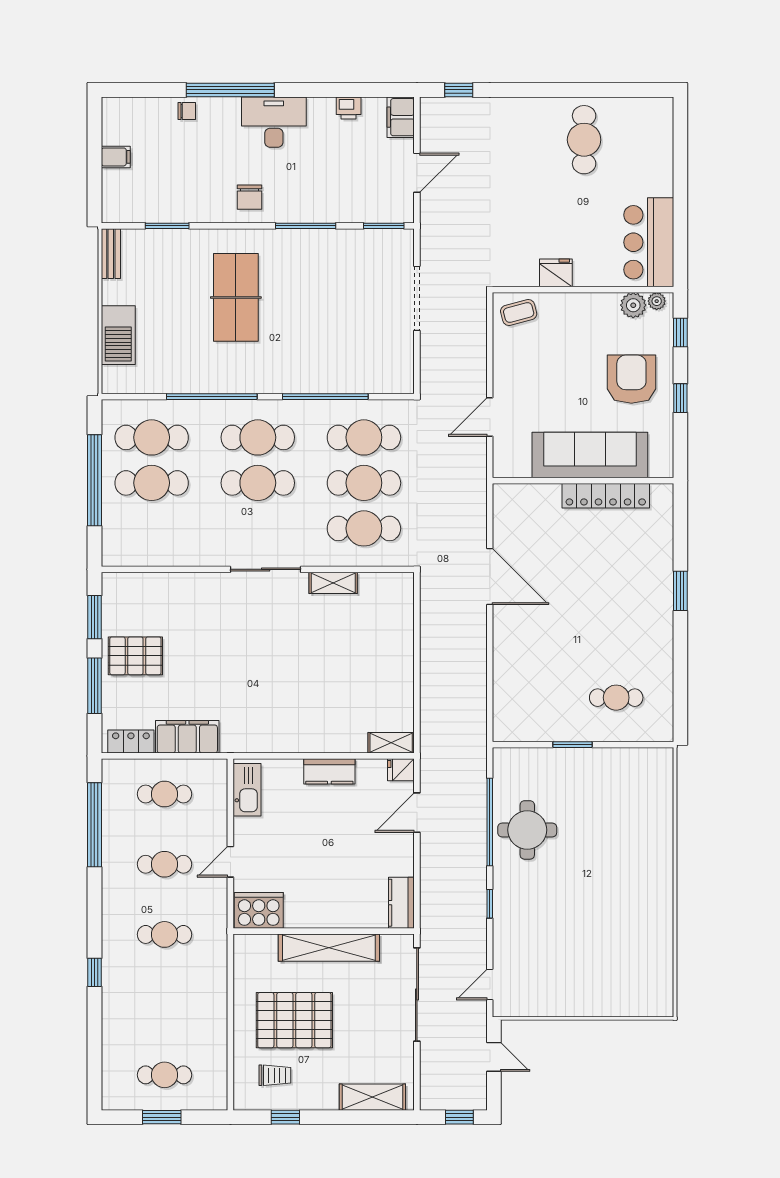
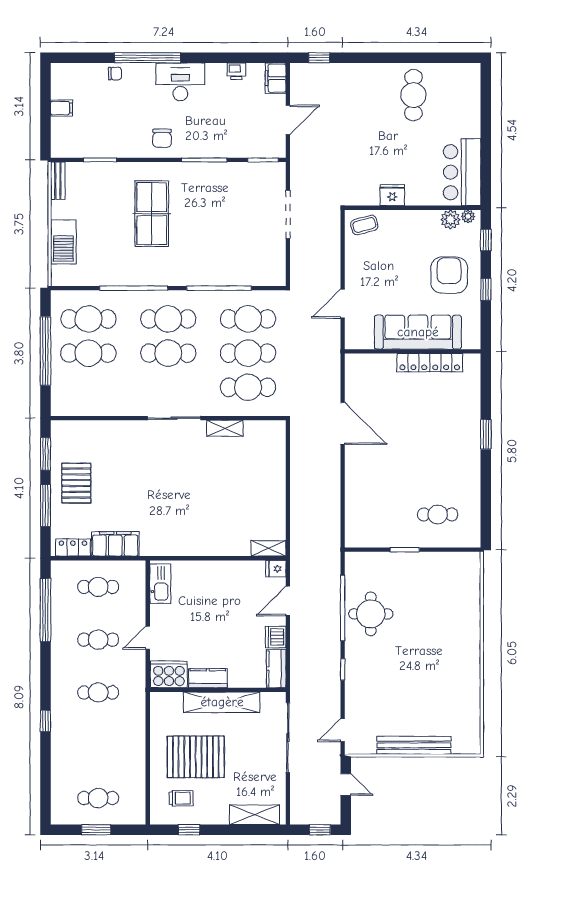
pallet: (135, 656) -> (76, 483), turned 90
kitchen counter: (329, 771) -> (208, 678), moved, turned 180
dishwasher: (401, 861) -> (276, 637), added
bench: (585, 1005) -> (414, 745), added

